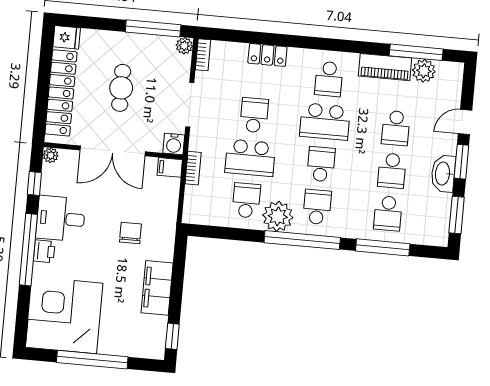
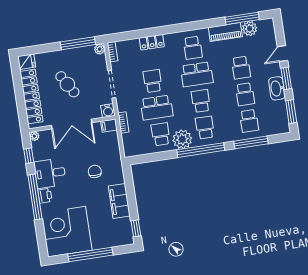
cafe table: (121, 88) -> (67, 84), turned -31

